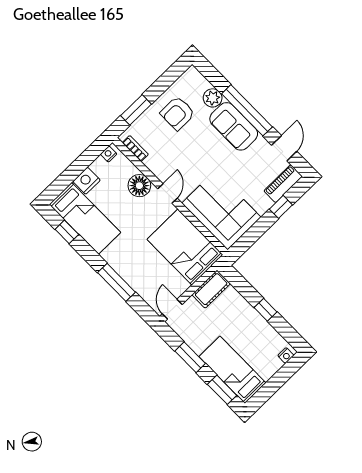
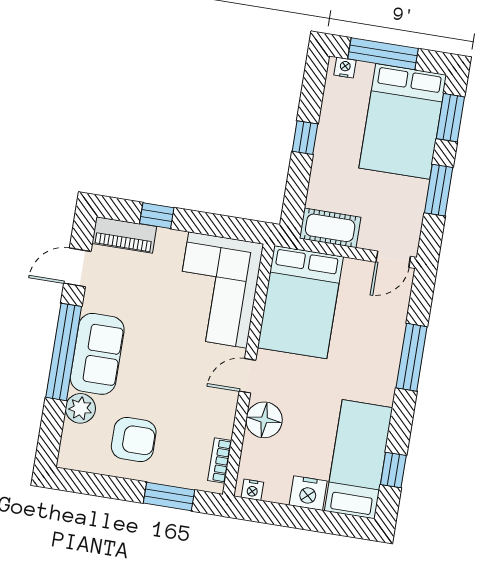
bed: (232, 370) -> (403, 121), width x1.50
window: (279, 380) -> (383, 54), added

